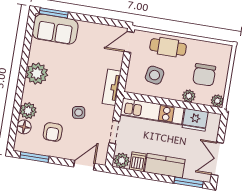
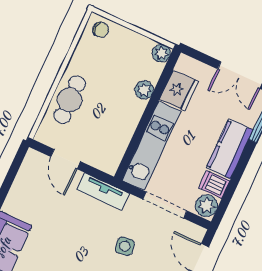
door: (129, 42) -> (66, 159), moved
side table: (155, 75) -> (103, 129), removed
chair: (204, 75) -> (101, 30), moved, width x0.54, depth x0.54
doorway: (114, 132) -> (165, 205), width x1.38

